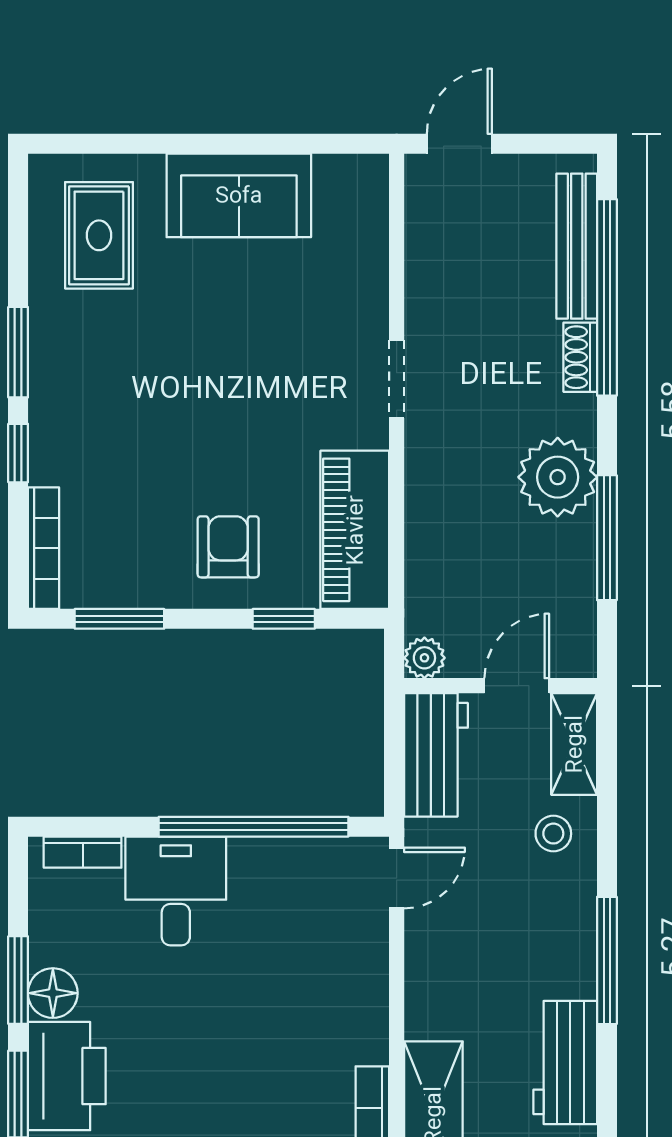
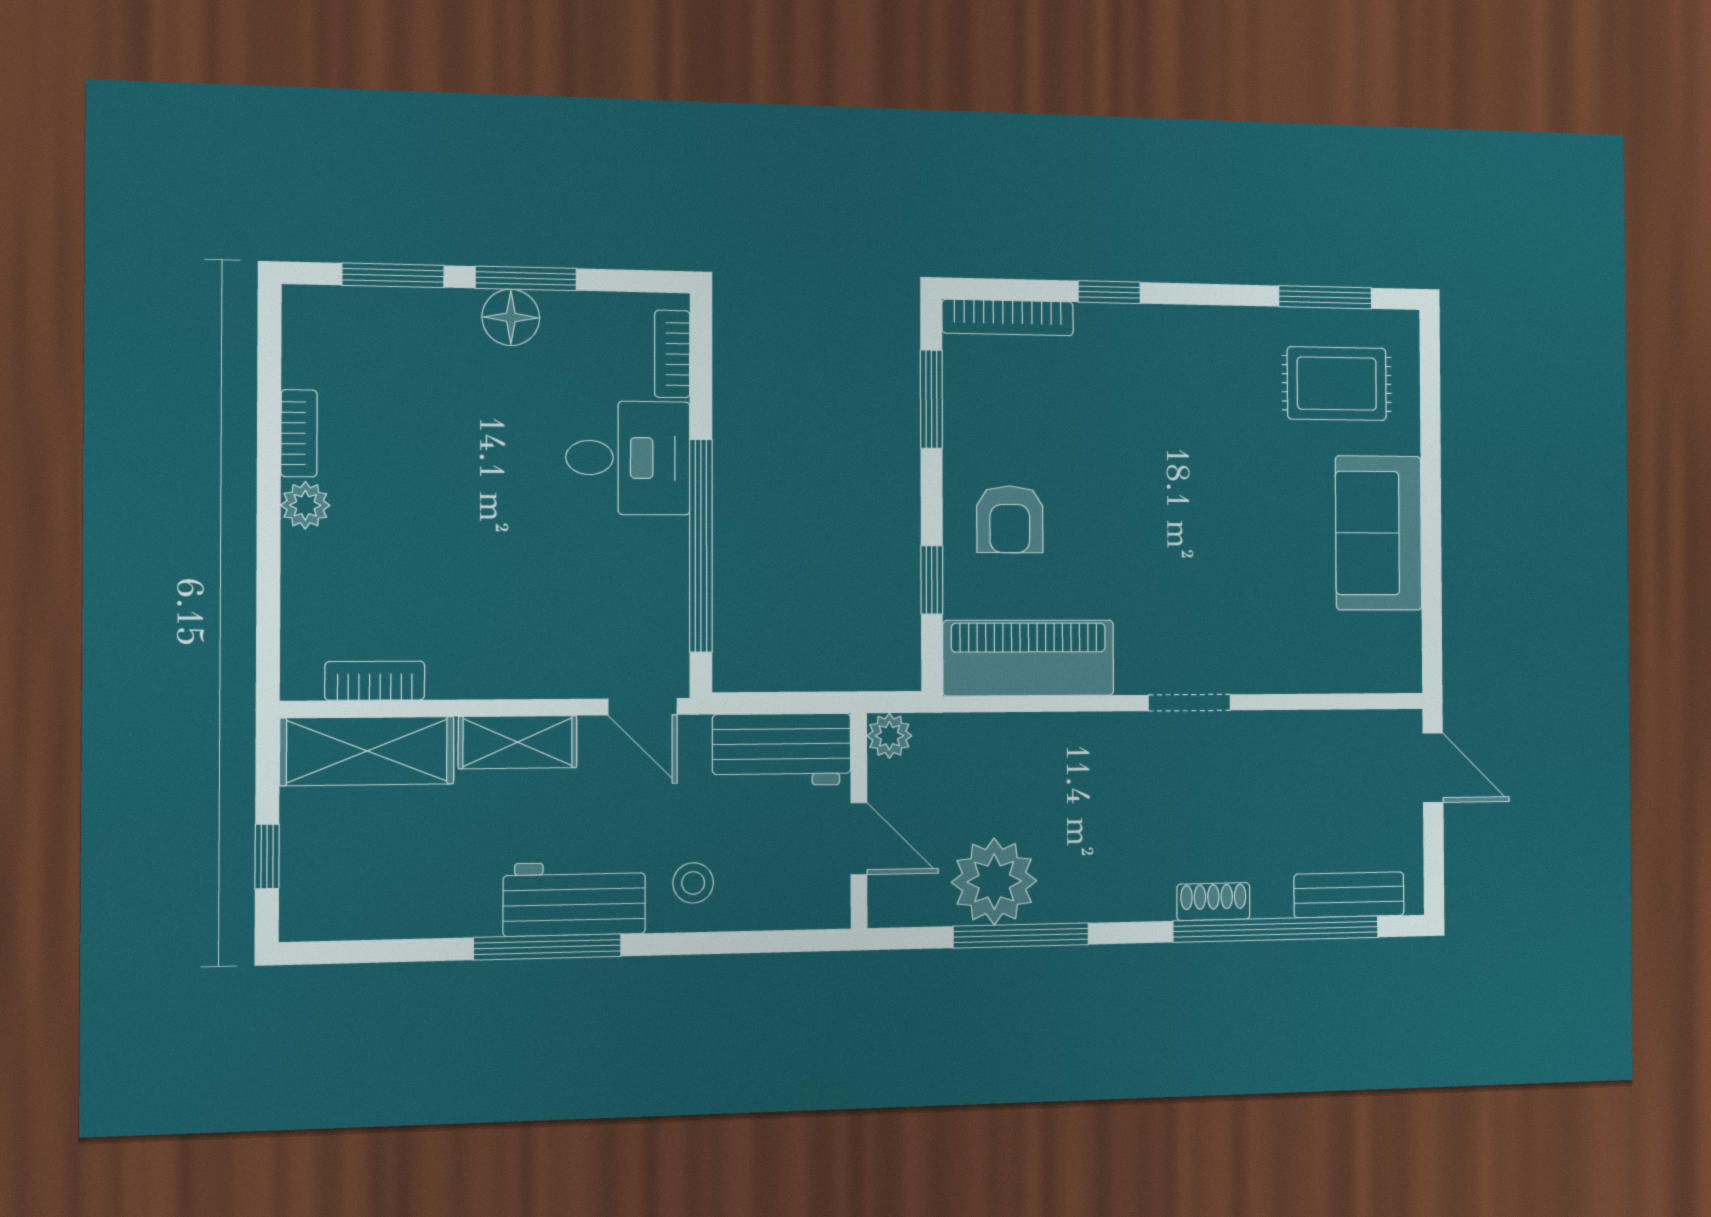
bench: (577, 246) -> (1349, 895), width x0.73
window: (18, 352) -> (1325, 297), moved
plant: (558, 477) -> (994, 882), moved
armchair: (228, 547) -> (1010, 519), turned 90
shelving: (574, 744) -> (518, 742), moved
workbench: (565, 1063) -> (574, 899), moved
printer: (67, 1076) -> (414, 331), removed

